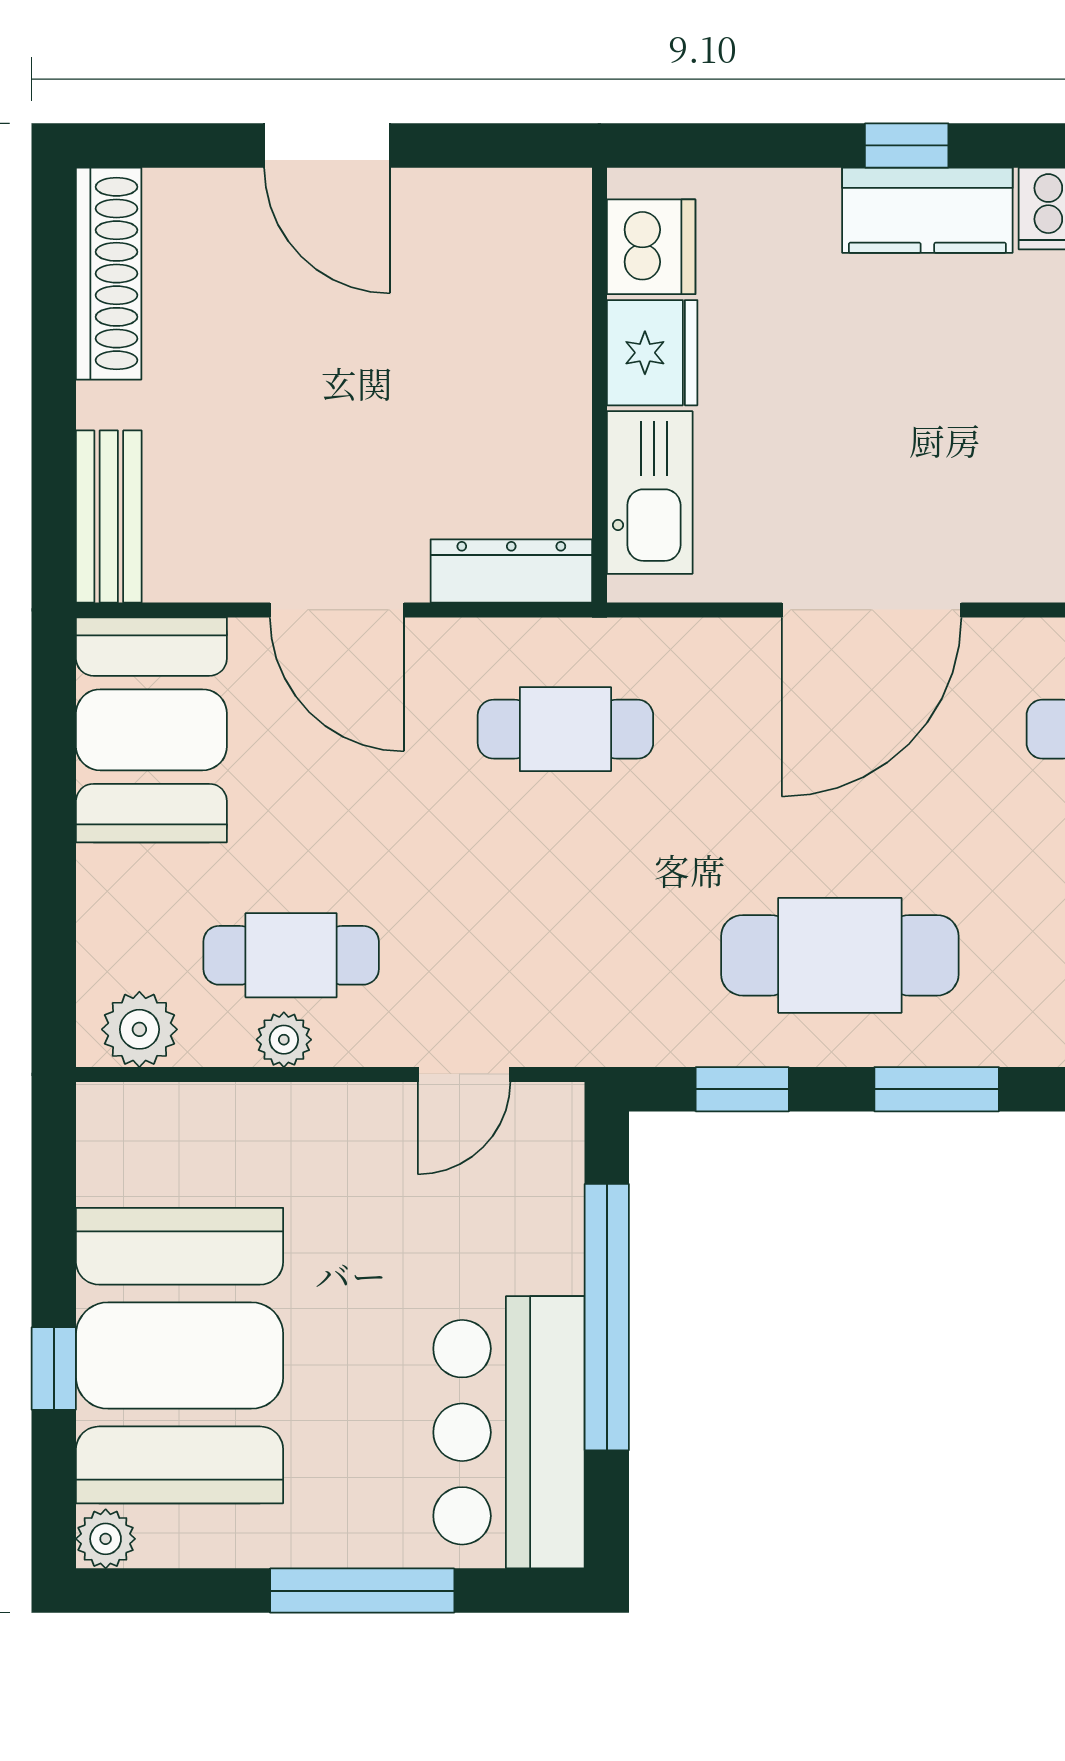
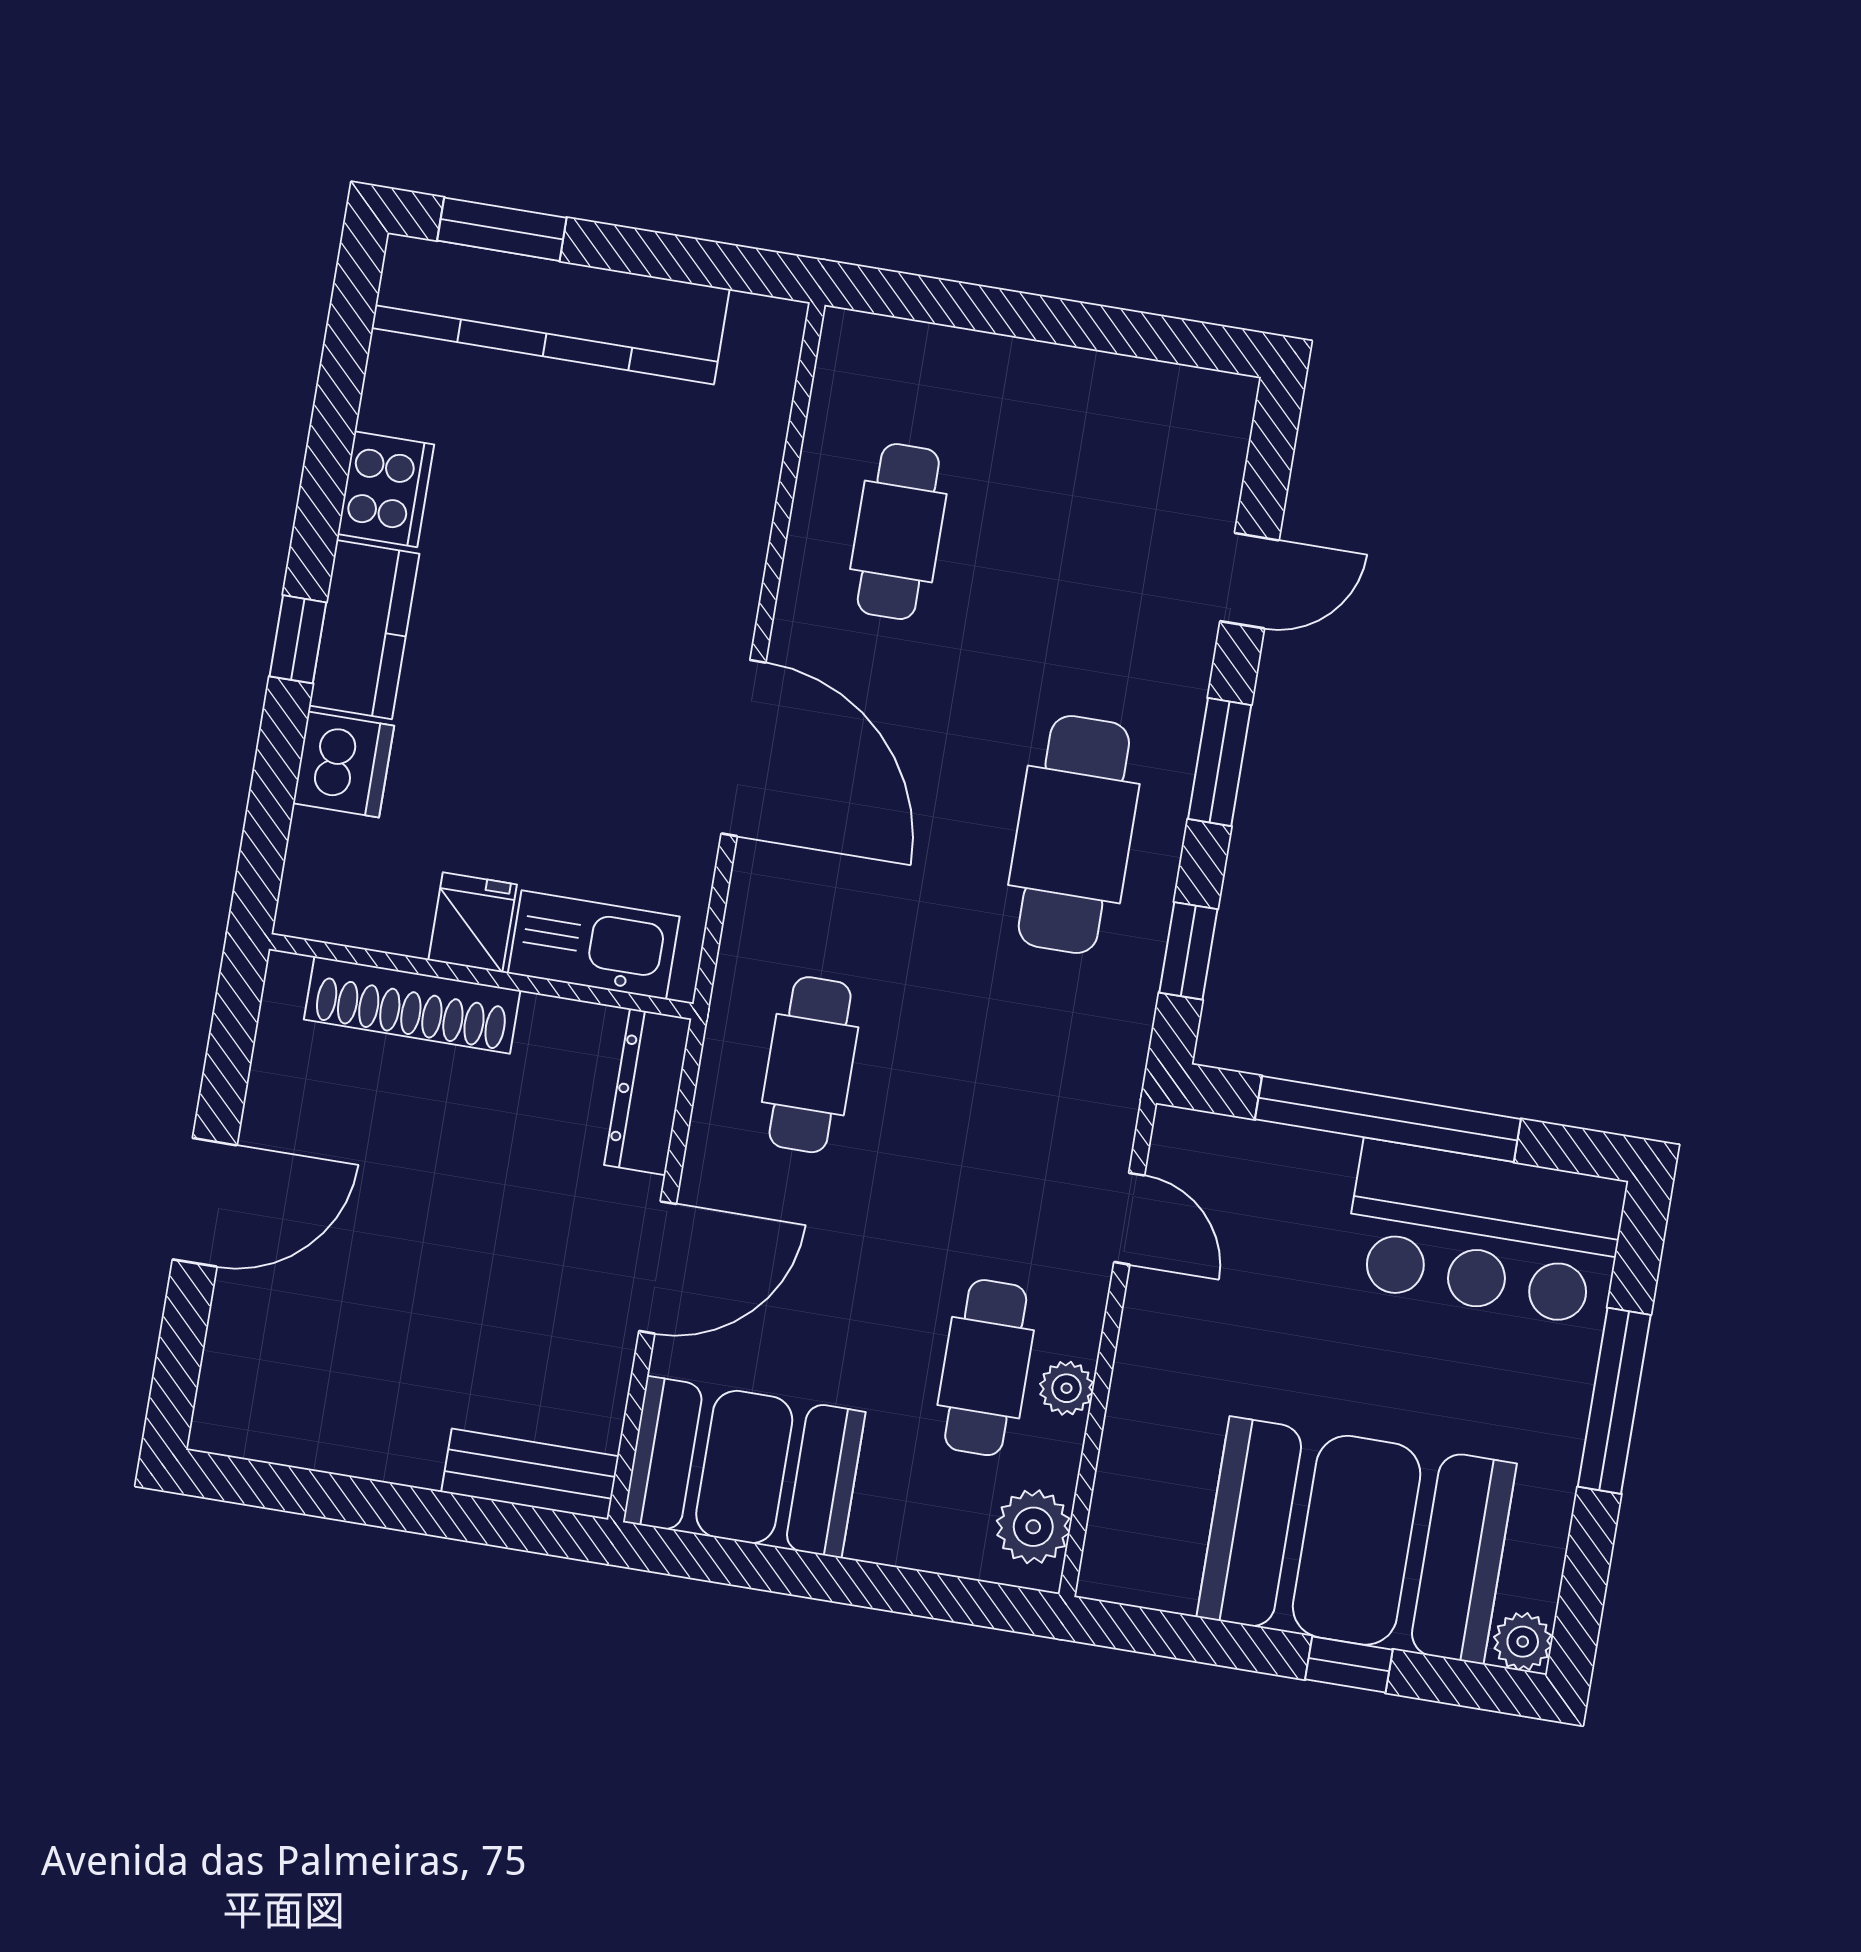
dishwasher: (651, 247) -> (344, 765), moved, turned 90
shoe rack: (109, 274) -> (412, 1005), moved, turned 180
fridge: (652, 353) -> (473, 922), width x0.72

